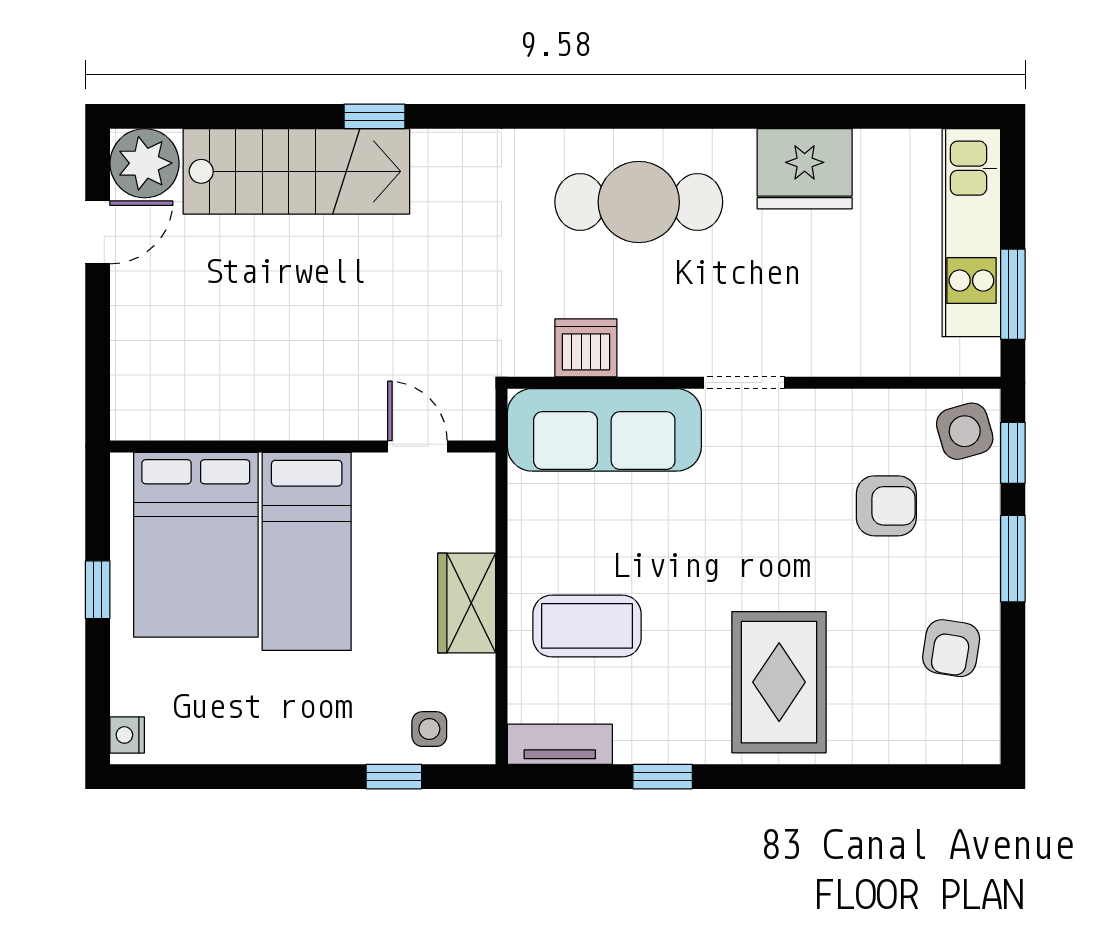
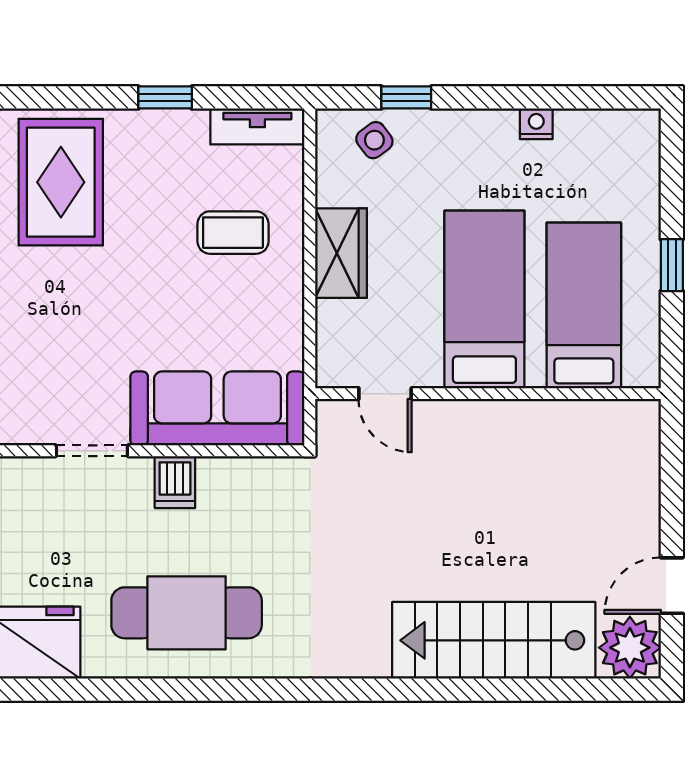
window: (374, 116) -> (424, 690), removed
dishwasher: (586, 348) -> (175, 482), moved, width x0.73
bed: (196, 545) -> (584, 305), width x0.67
coffee table: (587, 626) -> (233, 233), width x0.73, depth x0.77
side table: (429, 729) -> (374, 140), turned -37
nightstand: (127, 735) -> (536, 124), moved, turned -90

